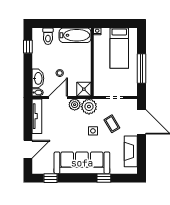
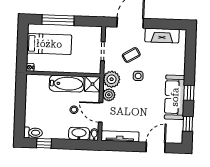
bathtub: (75, 35) -> (67, 84), moved, turned 90
toilet: (48, 36) -> (33, 133), moved
window: (142, 68) -> (58, 20), moved
door: (28, 149) -> (156, 147), hinge flipped
sofa: (82, 163) -> (175, 97), width x0.74, depth x0.79
window: (104, 178) -> (189, 93), moved

